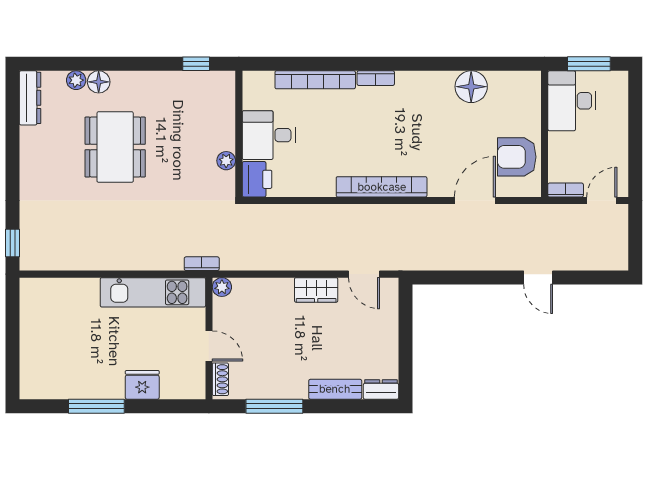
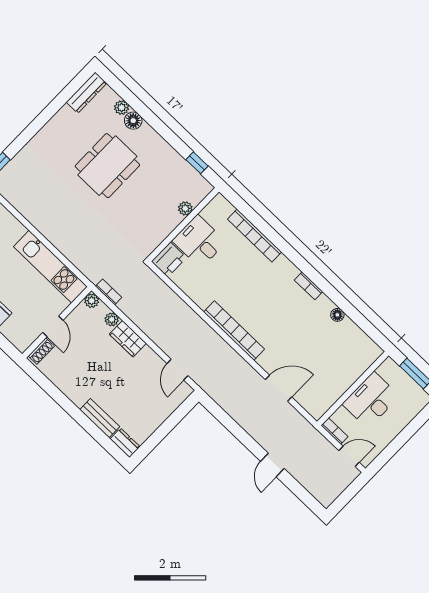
bookcase: (376, 78) -> (309, 286), moved
floor lamp: (471, 87) -> (337, 315), width x0.53, depth x0.53
desk: (572, 101) -> (371, 400), moved
armchair: (517, 157) -> (325, 386), removed
plant: (226, 161) -> (185, 208), moved
bookcase: (202, 264) -> (109, 292), moved
plant: (258, 287) -> (112, 319), added
wardrobe: (316, 290) -> (128, 339), moved
window: (274, 406) -> (57, 395), removed

